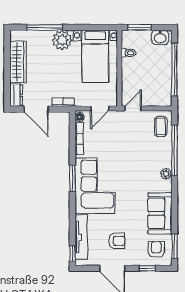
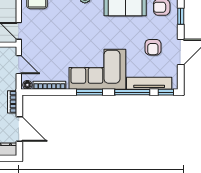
door: (36, 109) -> (19, 129), hinge flipped
window: (72, 220) -> (132, 92), added
armchair: (117, 241) -> (153, 47), turned 180

